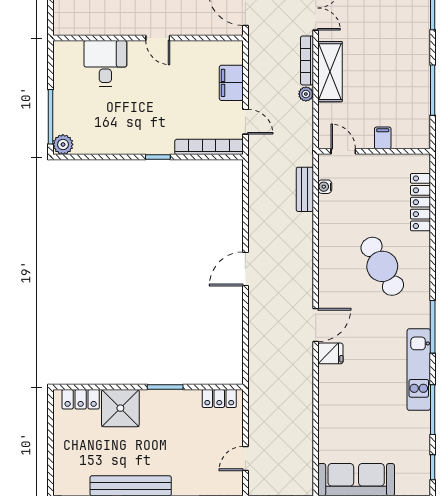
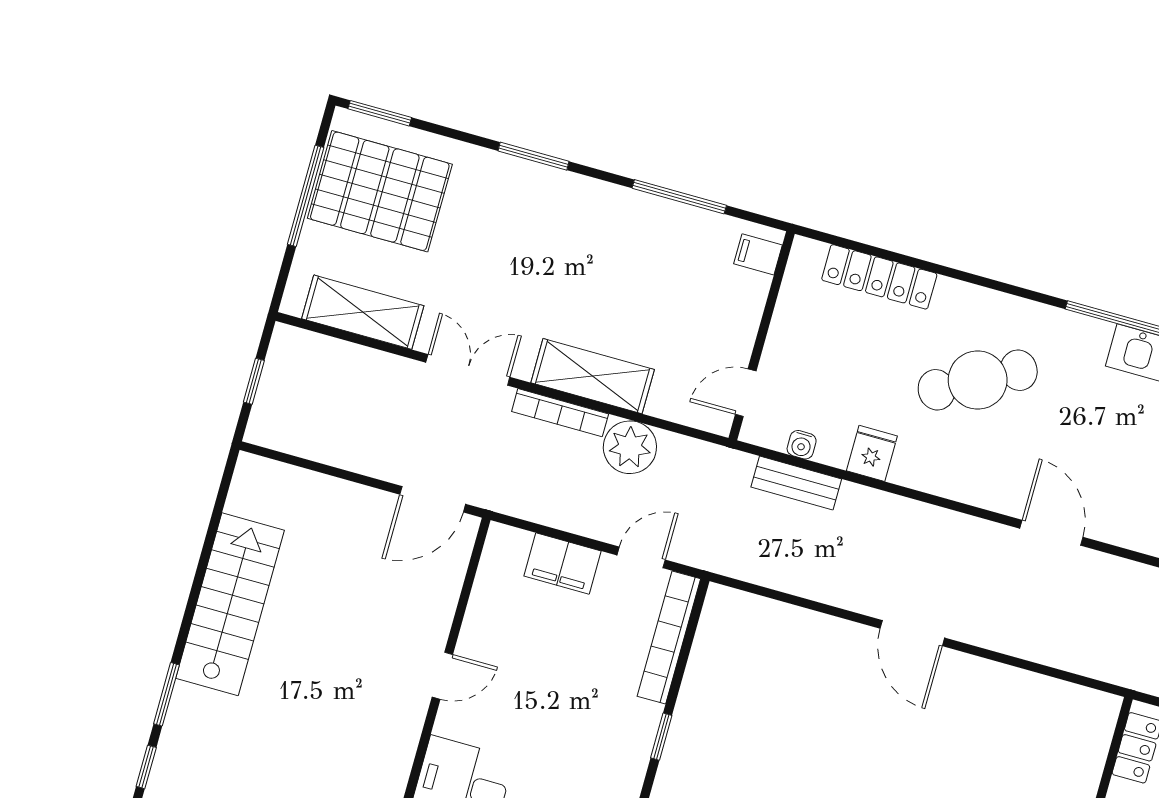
plant: (306, 94) -> (630, 447), width x1.88, depth x1.88
filing cabinet: (383, 138) -> (758, 254), moved
fridge: (330, 353) -> (872, 453), moved

